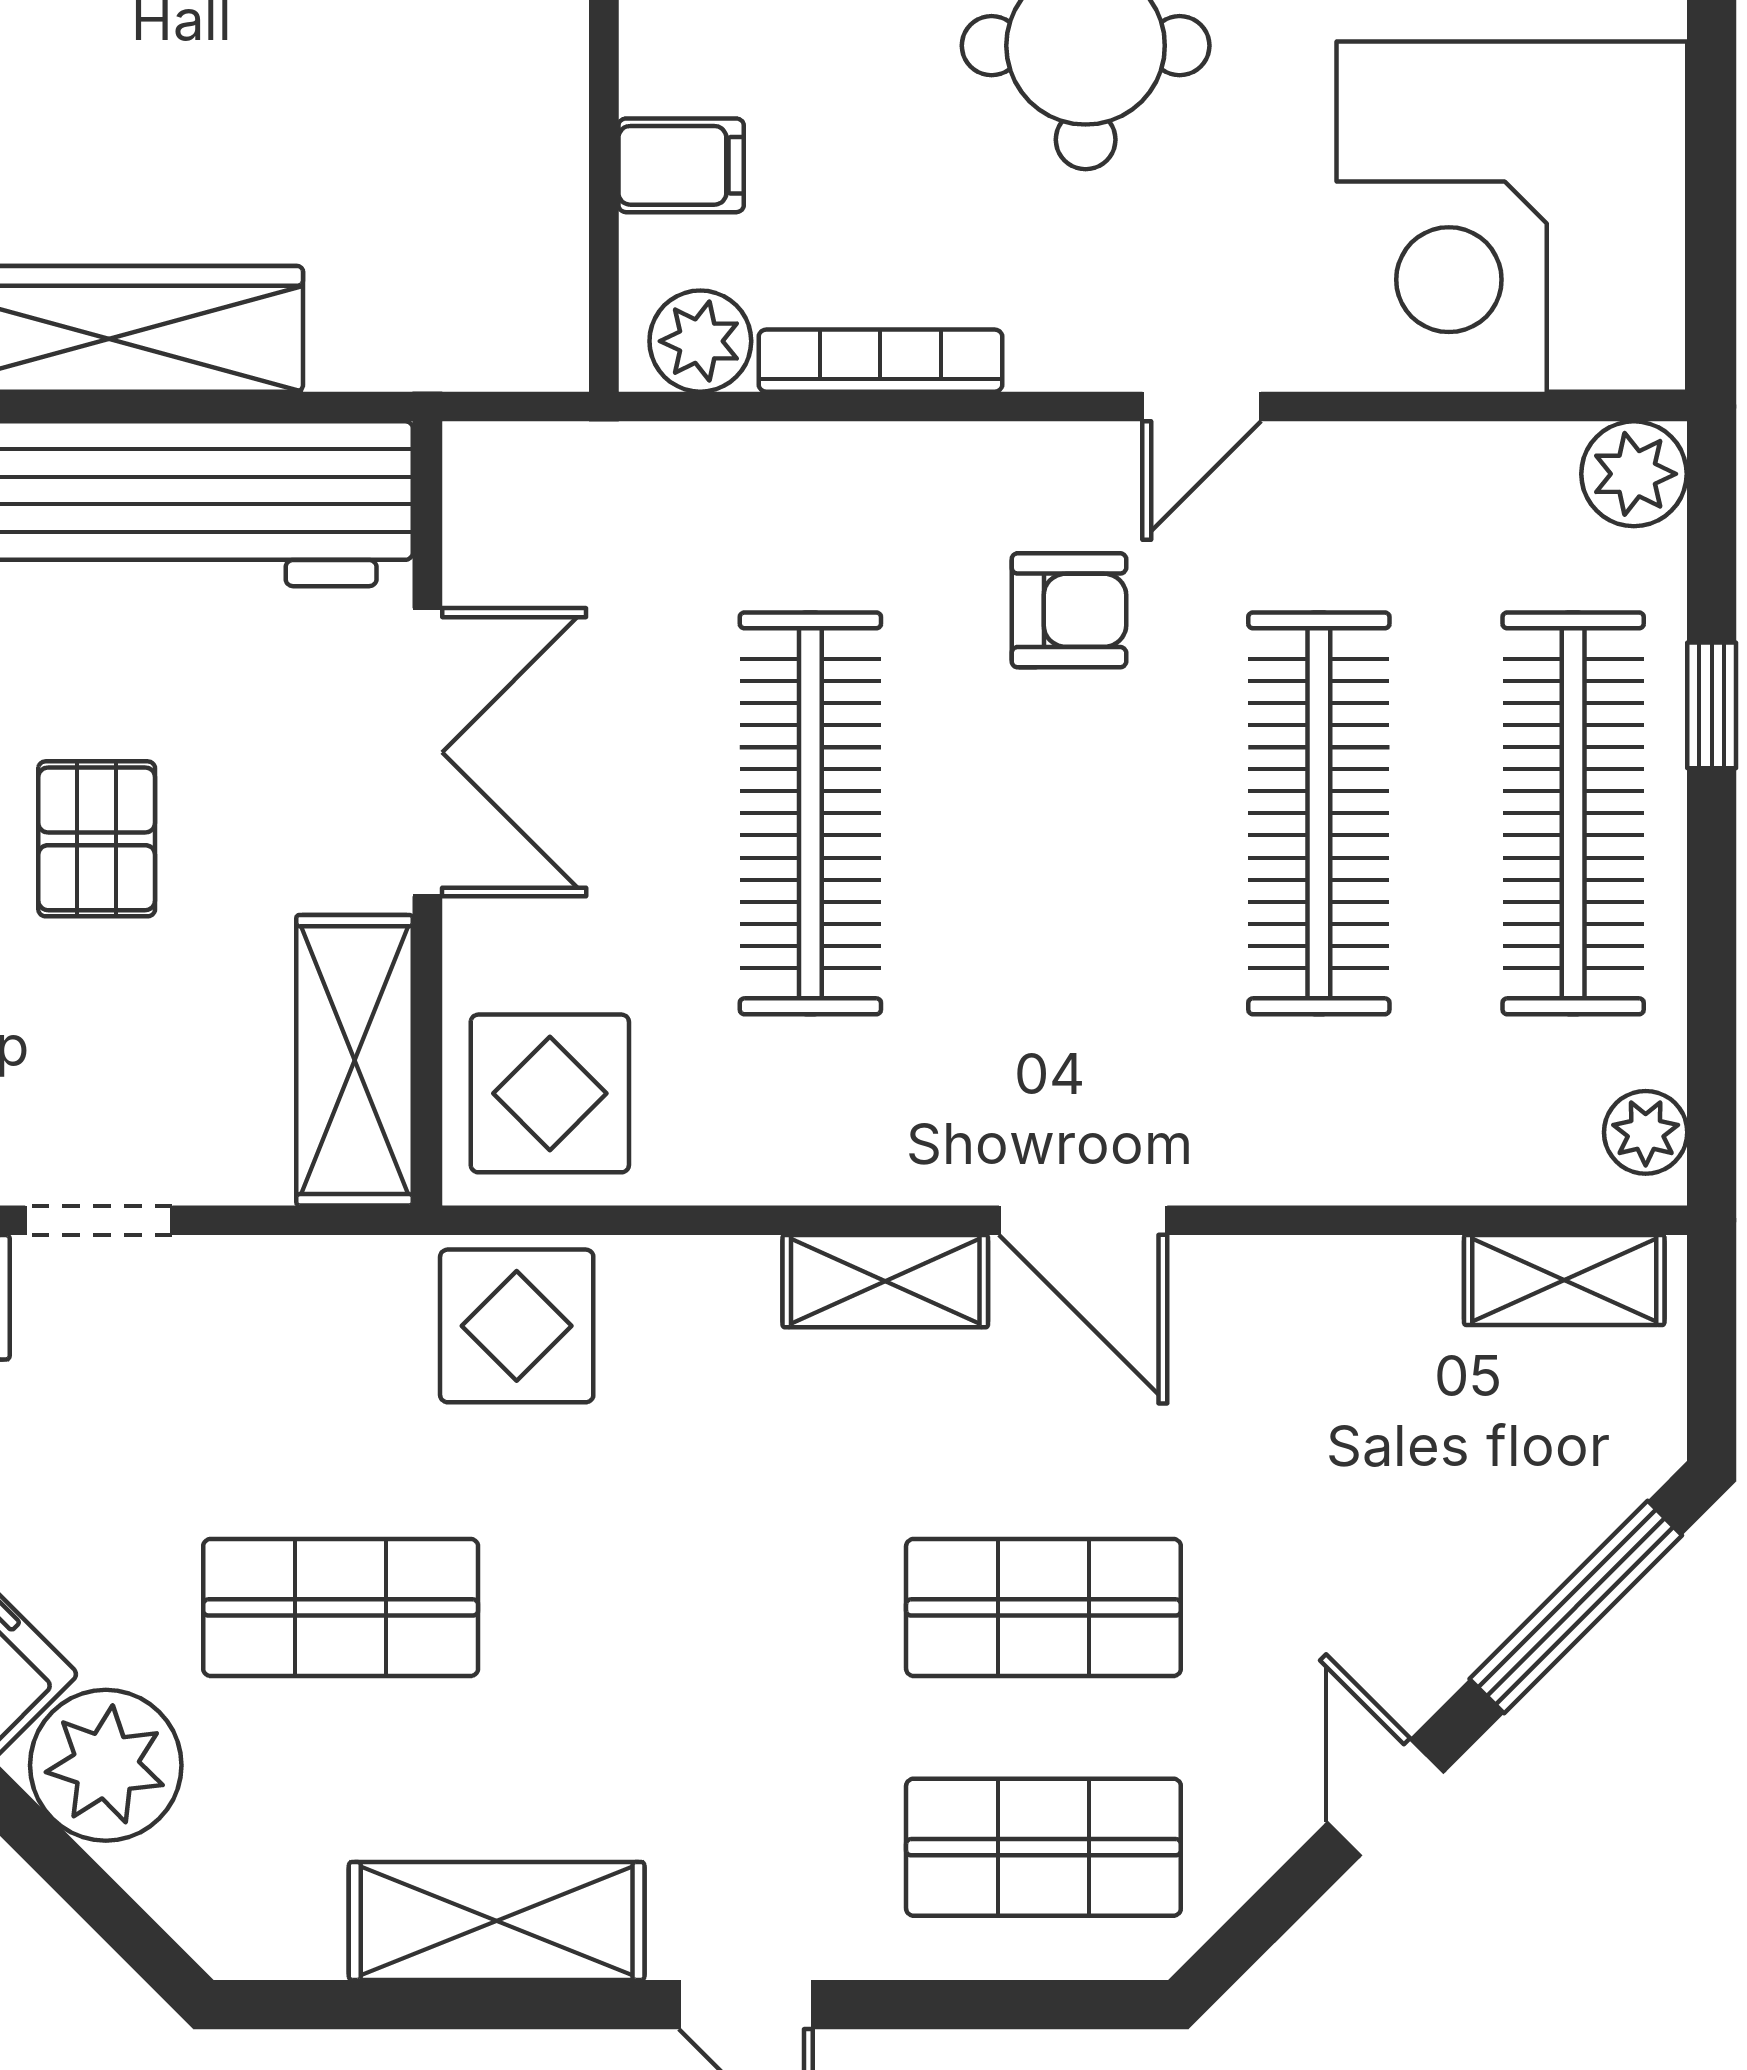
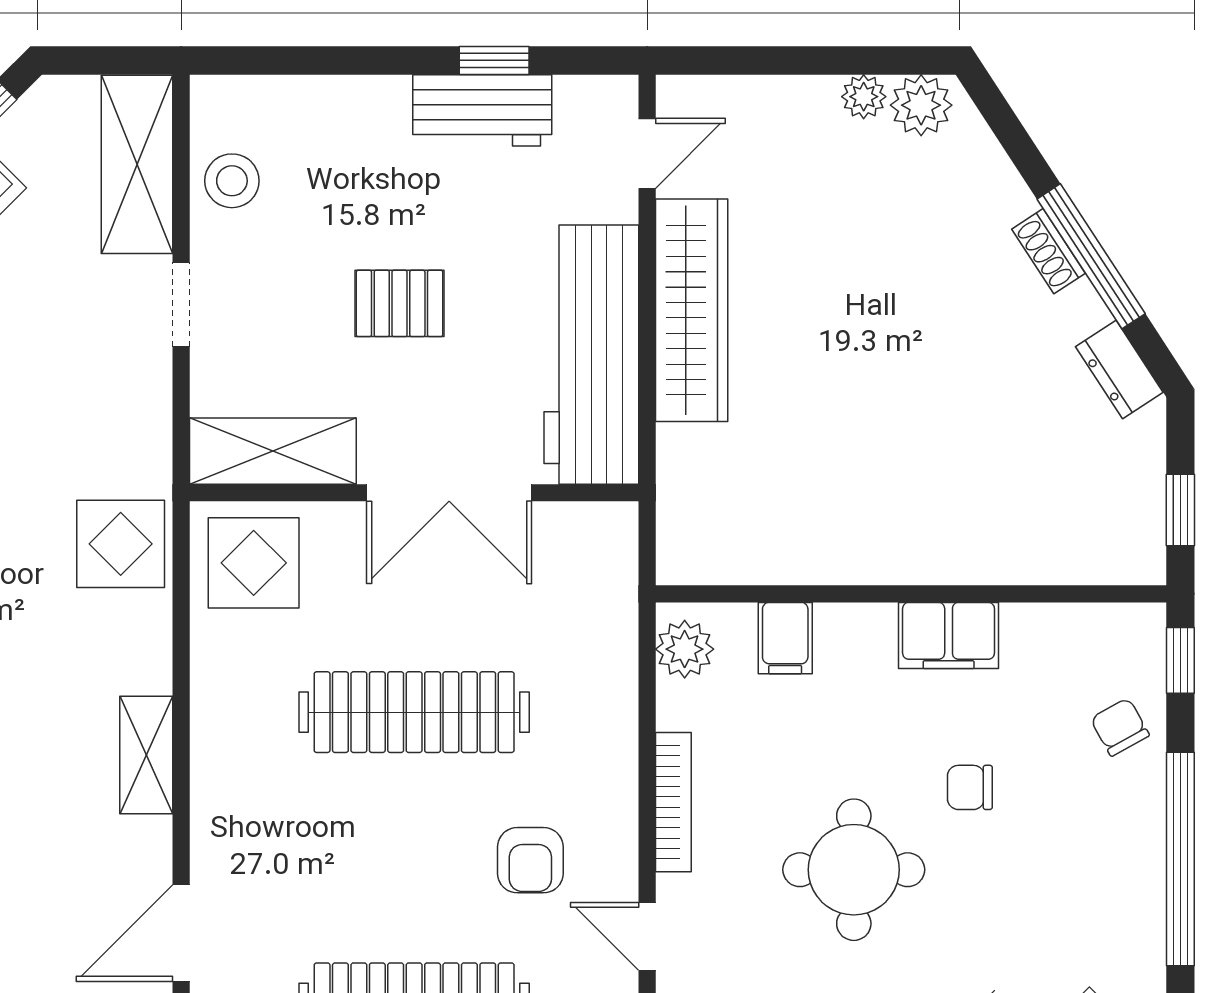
bookcase: (880, 361) -> (673, 802), moved
door: (1083, 1220) -> (181, 933), moved

